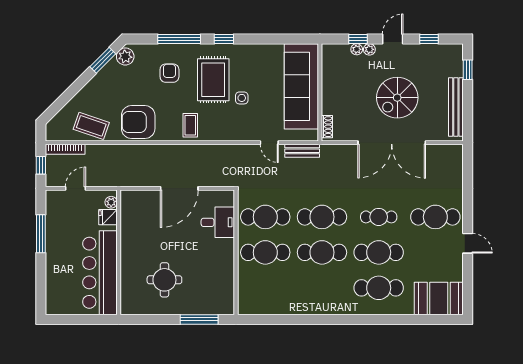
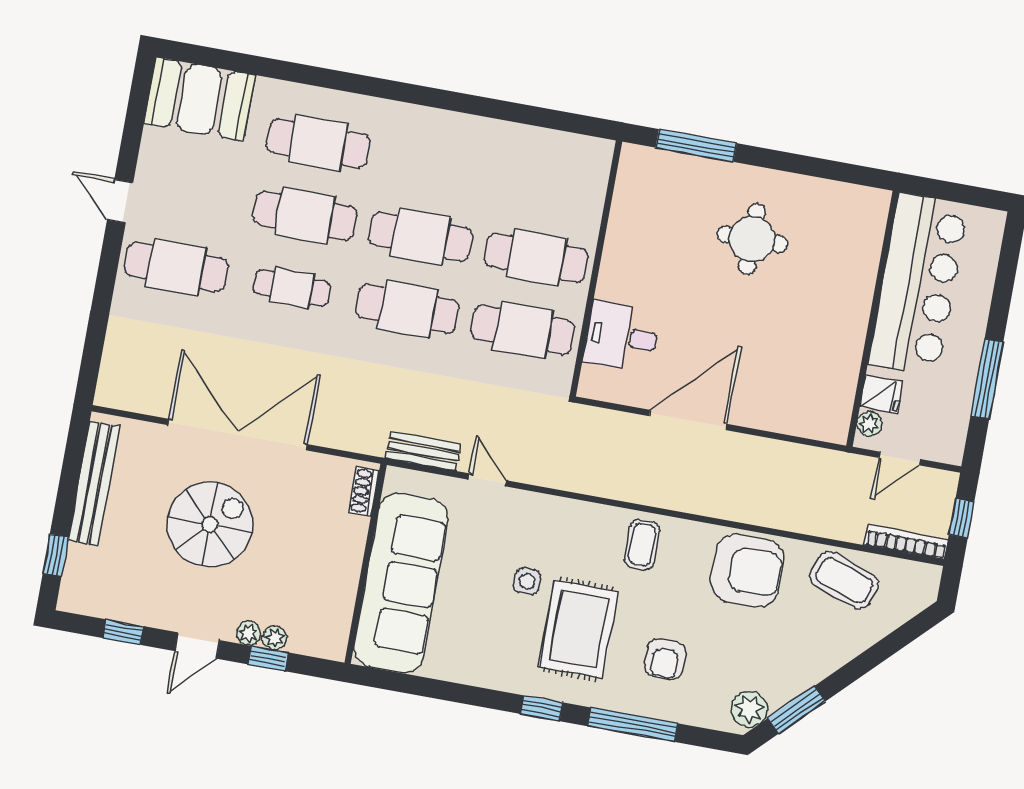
plant: (111, 202) -> (869, 424), moved
fridge: (108, 217) -> (881, 395), moved
wall: (119, 252) -> (873, 319), moved
bar counter: (100, 273) -> (918, 284), moved

